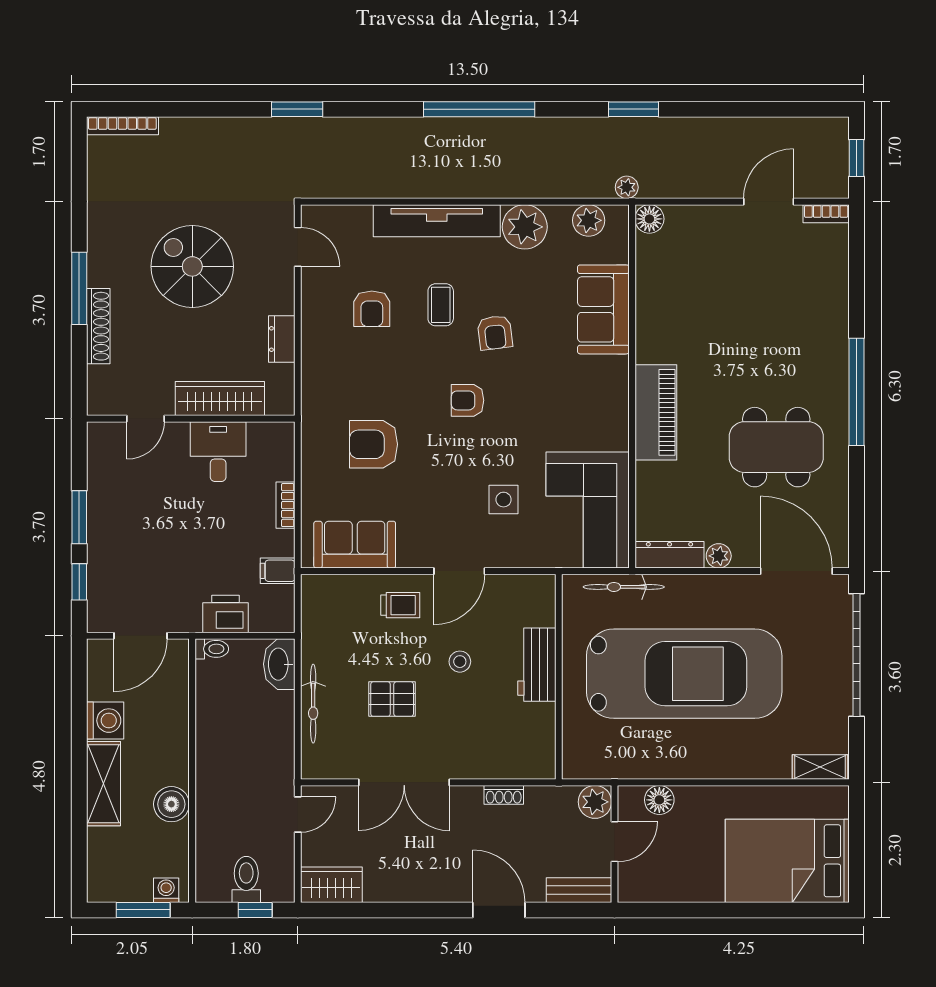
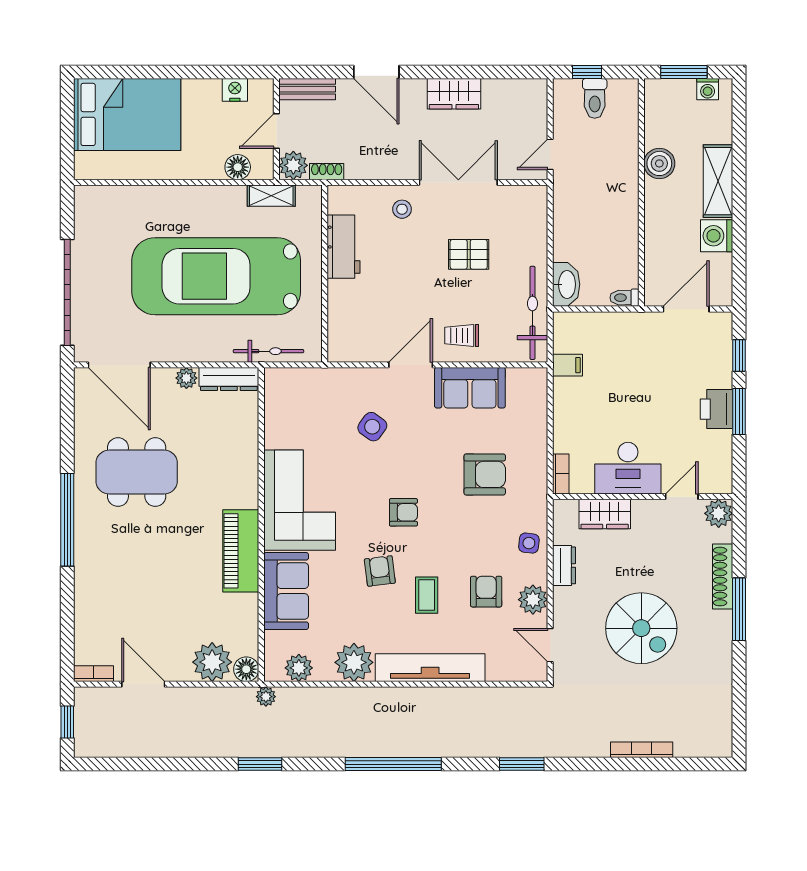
window: (297, 109) -> (522, 764), moved
bookcase: (122, 126) -> (642, 750), moved
door: (769, 202) -> (143, 684), swing flipped
plant: (689, 227) -> (212, 662), added
plant: (318, 300) -> (533, 600), added
side table: (322, 365) -> (529, 543), added
plant: (103, 399) -> (719, 513), added
wardrobe: (220, 399) -> (605, 514), width x0.67
piano: (656, 412) -> (241, 551), moved
desk: (218, 452) -> (628, 468), width x1.37
side table: (504, 500) -> (372, 427), turned 36
bookcase: (285, 505) -> (561, 474), moved
corner sofa: (588, 510) -> (300, 500), moved
sofa: (355, 545) -> (470, 388), moved
printer: (225, 614) -> (716, 409), moved, turned 90
stool: (460, 662) -> (402, 209), moved
workbench: (537, 665) -> (344, 247), moved
bicycle: (313, 704) -> (532, 313), moved, width x1.37, depth x1.40
shelving: (820, 767) -> (271, 196), moved
shoe rack: (504, 795) -> (327, 172), moved
wardrobe: (331, 885) -> (454, 94), moved
nightstand: (663, 889) -> (235, 90), added
washing machine: (166, 890) -> (708, 89), moved

